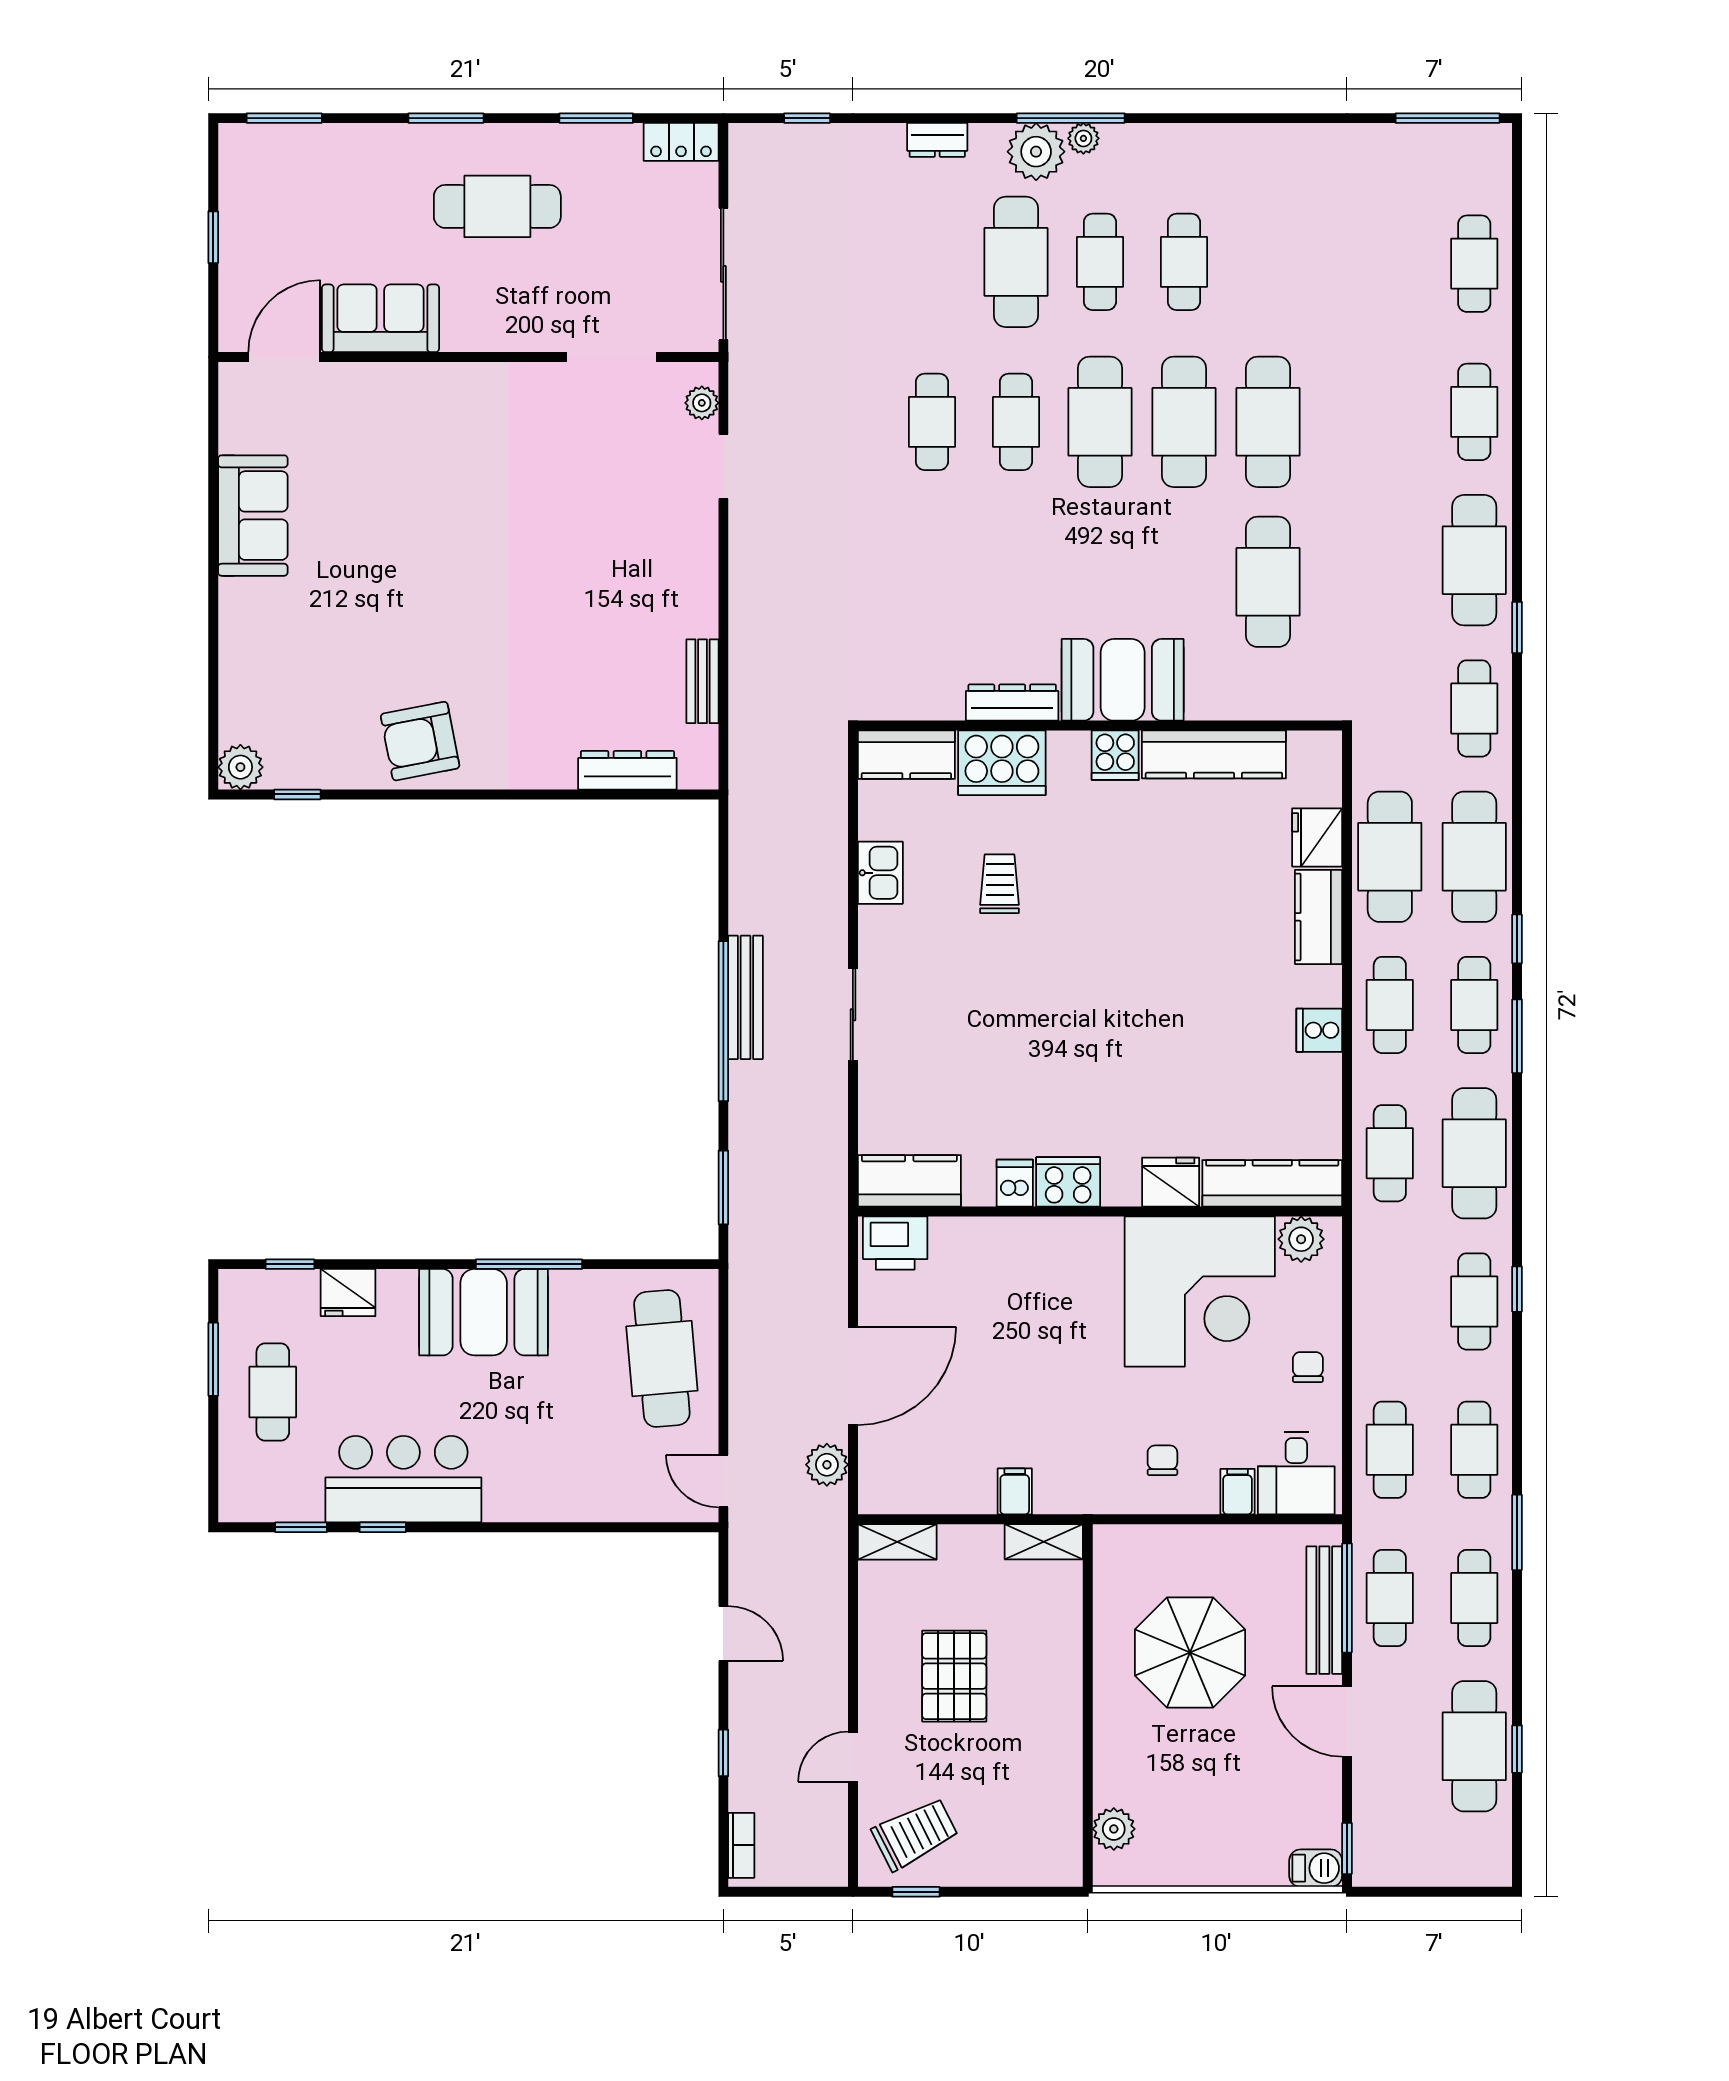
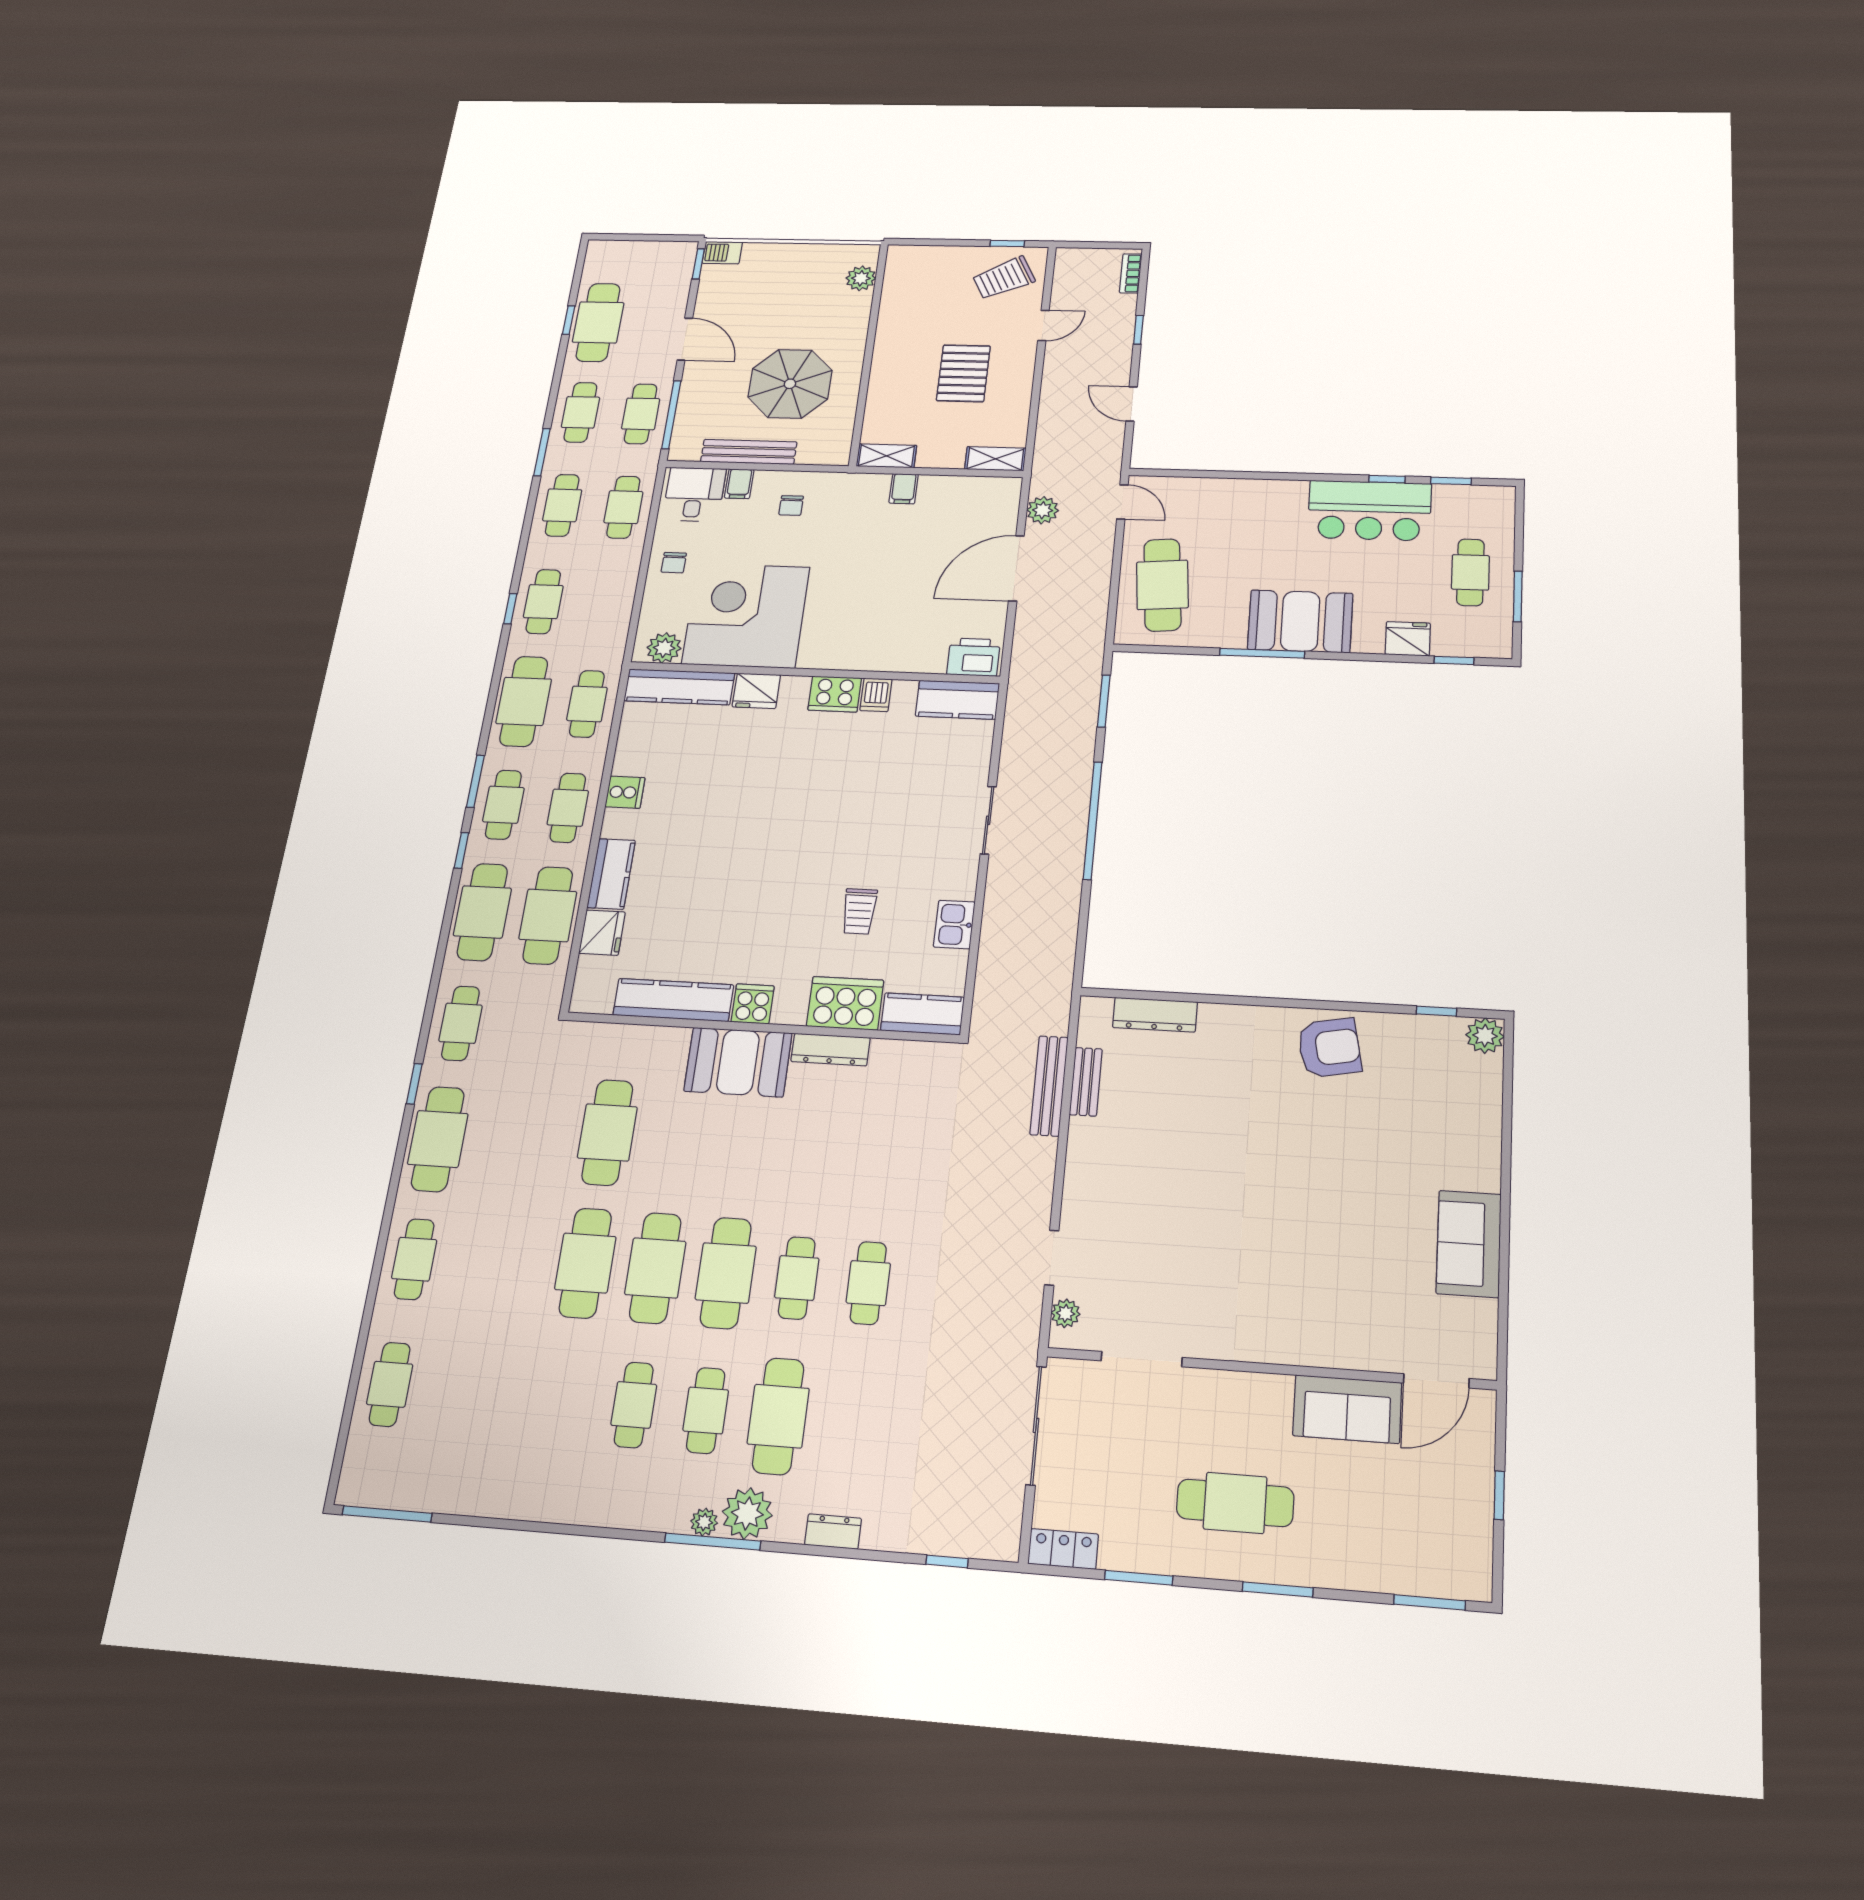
bench: (746, 997) -> (1049, 1086), moved
bench: (1324, 1610) -> (749, 452), moved, turned 90

